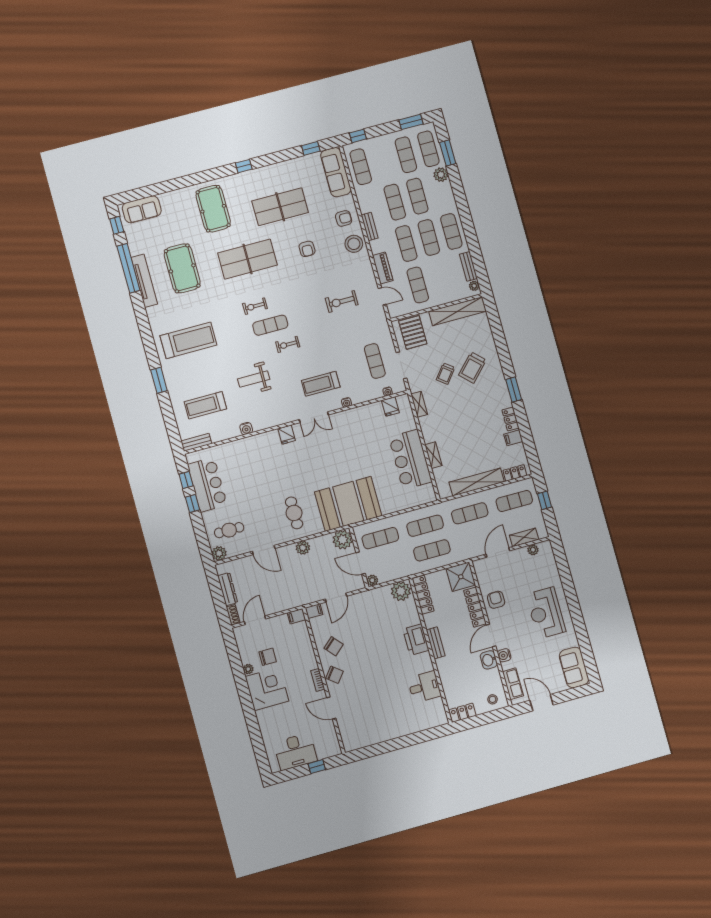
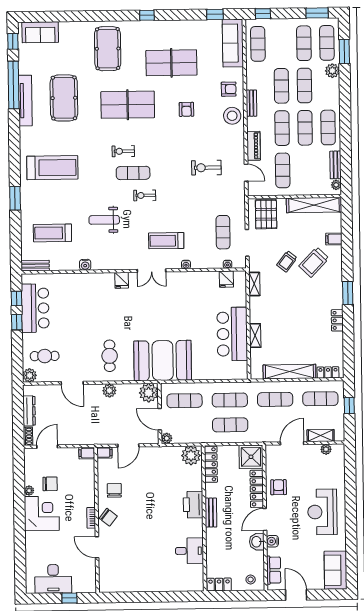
filing cabinet: (513, 438) -> (334, 239), moved
chair: (334, 646) -> (114, 490), turned -139

